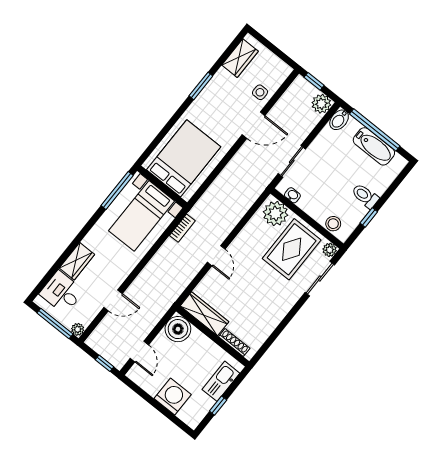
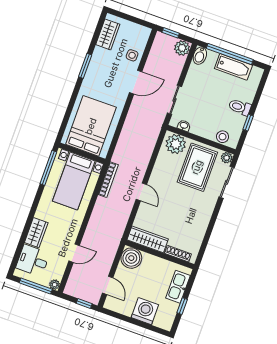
bookcase: (182, 228) -> (108, 180), width x1.56

